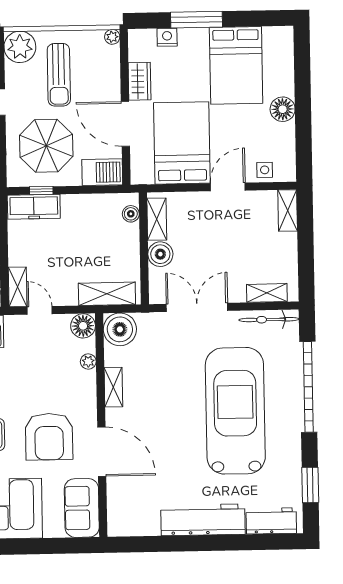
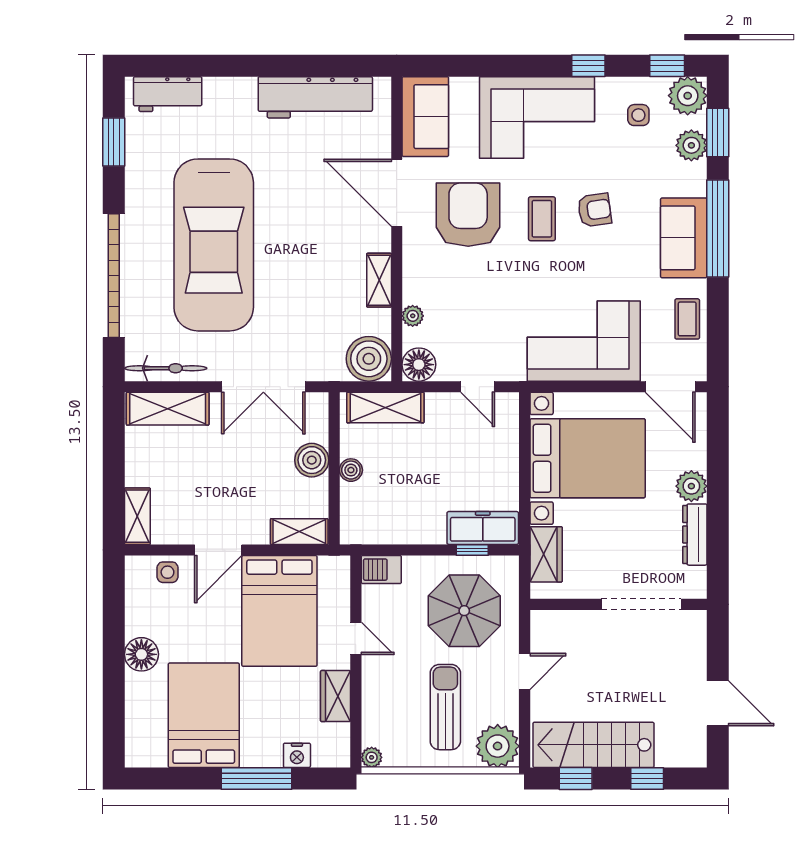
door: (125, 124) -> (356, 638), width x0.53
barbecue: (102, 172) -> (381, 570), width x0.73, depth x0.79
boiler: (131, 214) -> (351, 470), moved
shelving: (157, 219) -> (299, 532), moved, turned 90
shelving: (18, 287) -> (507, 419), removed
shelving: (267, 293) -> (168, 409), width x1.50, depth x1.33
workbench: (203, 520) -> (315, 97), moved

